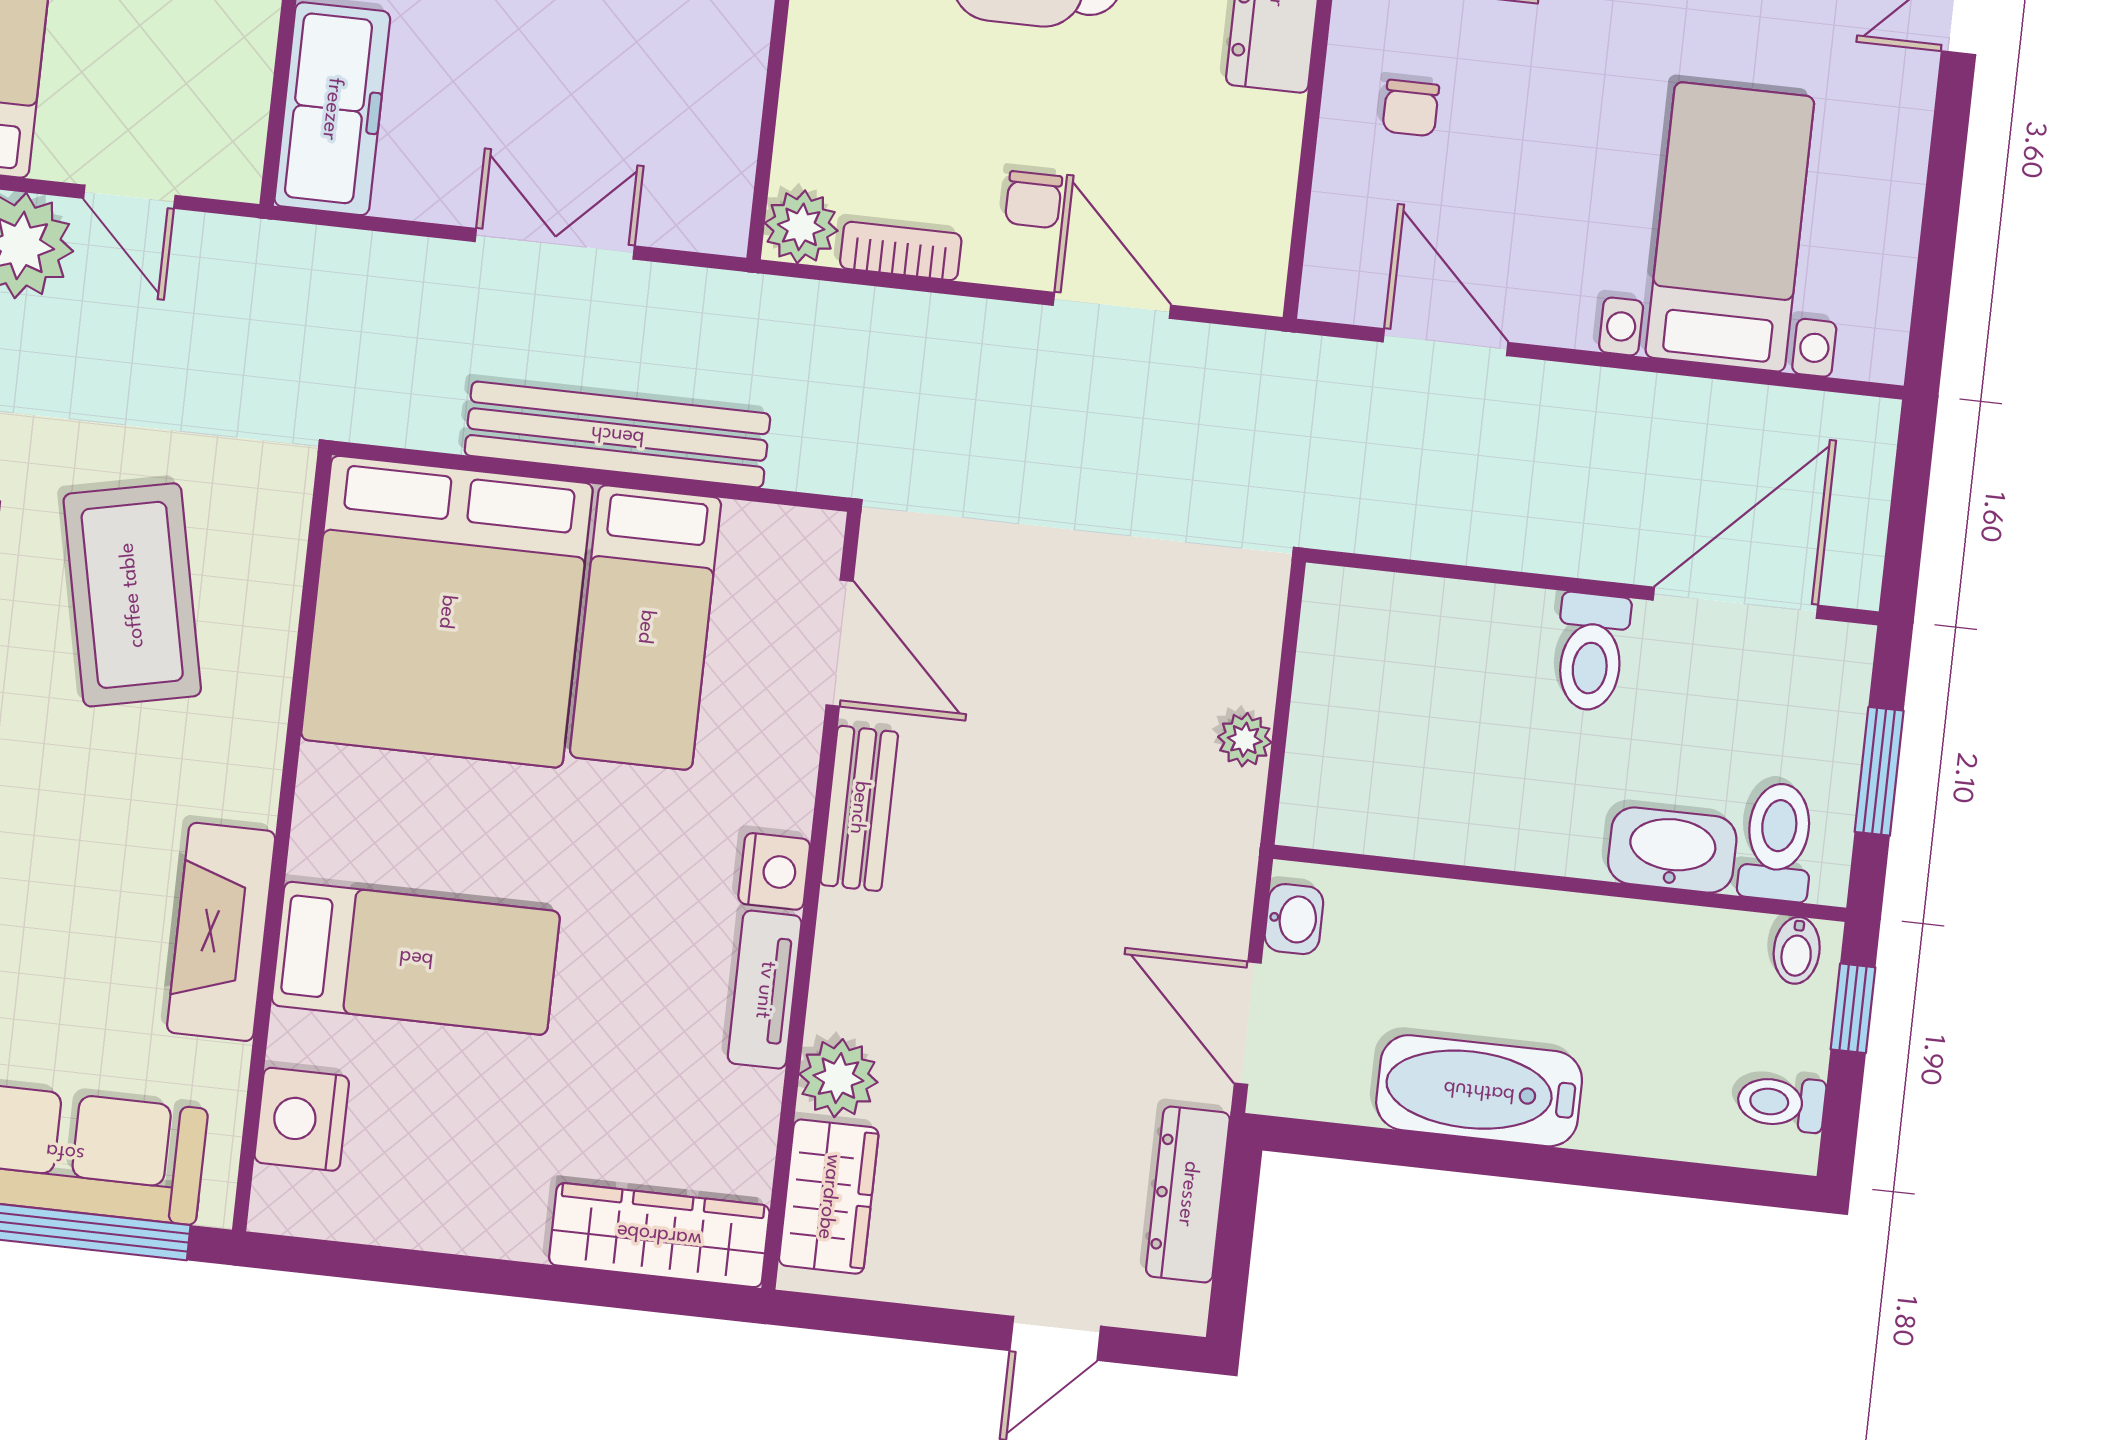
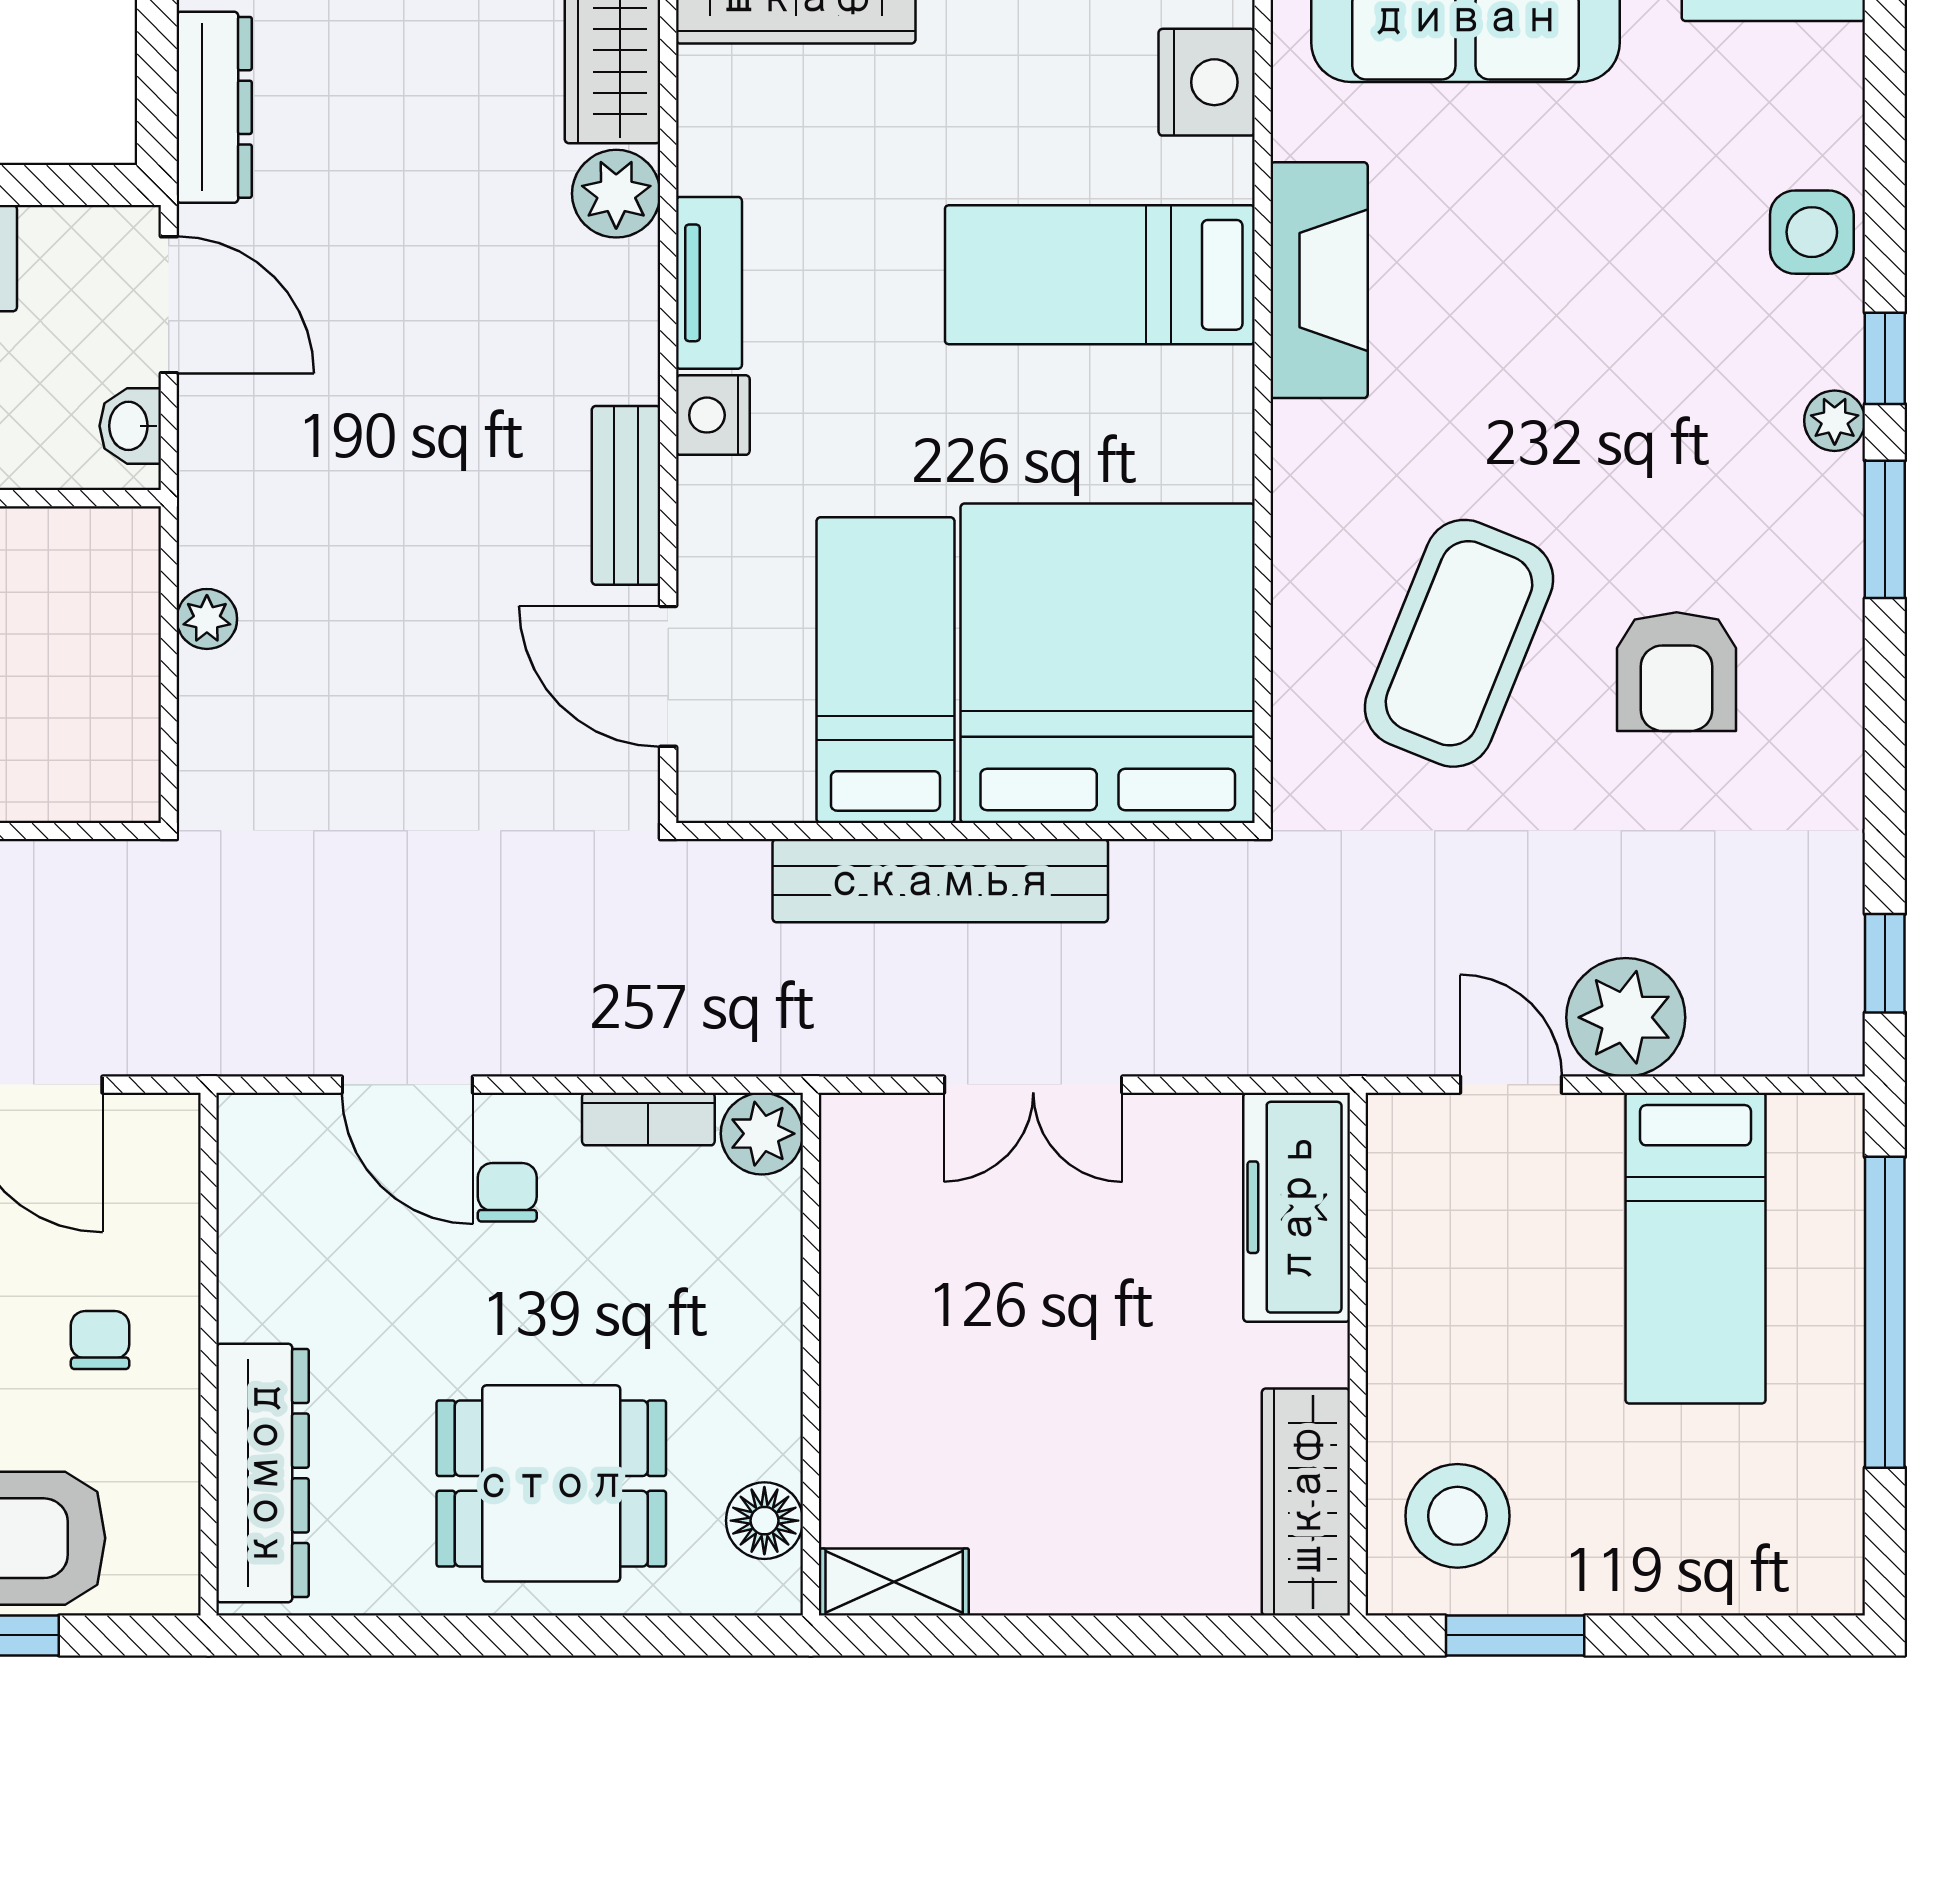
coffee table: (132, 595) -> (1459, 643), turned 34

